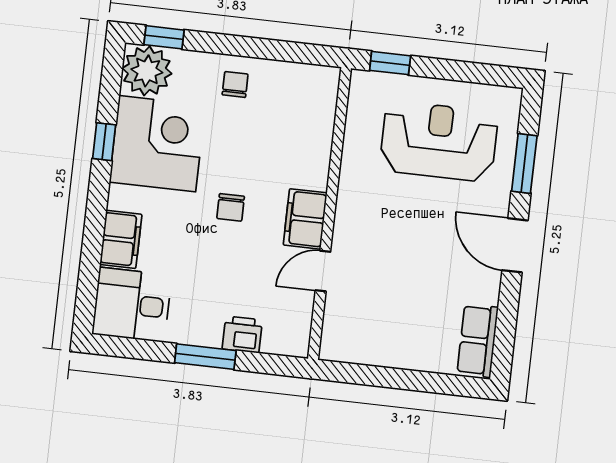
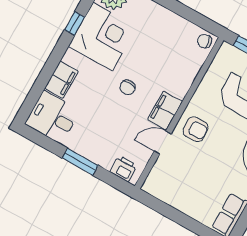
chair: (235, 84) -> (205, 41), moved, turned -102
armchair: (366, 228) -> (196, 129), added
printer: (242, 335) -> (123, 169), moved

